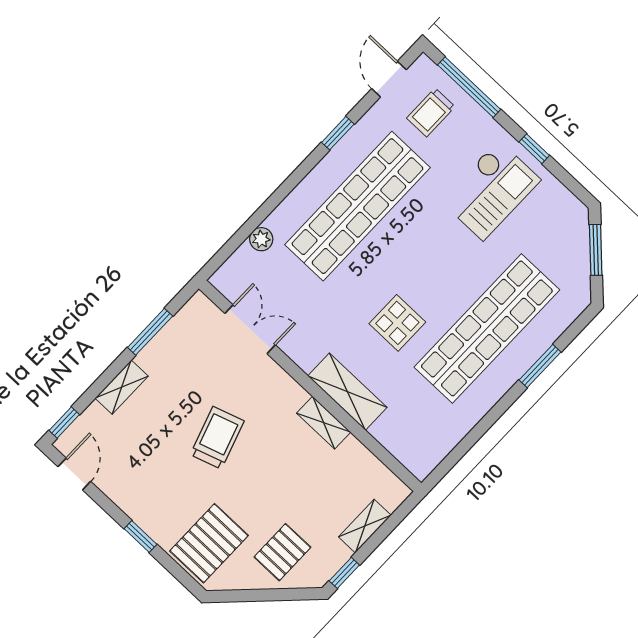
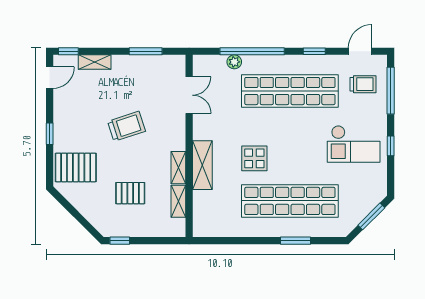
trolley: (431, 112) -> (363, 84), turned 180
window: (269, 206) -> (252, 51), added
shelving: (122, 387) -> (95, 62), moved
shelving: (365, 526) -> (178, 201), moved, turned 90
pallet: (282, 552) -> (130, 193), moved

